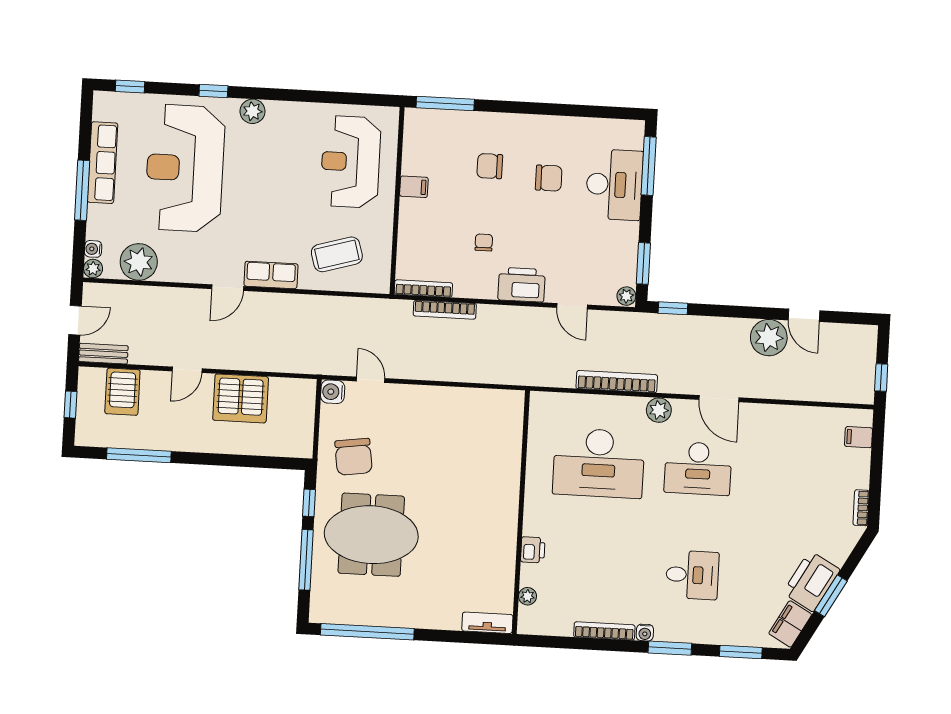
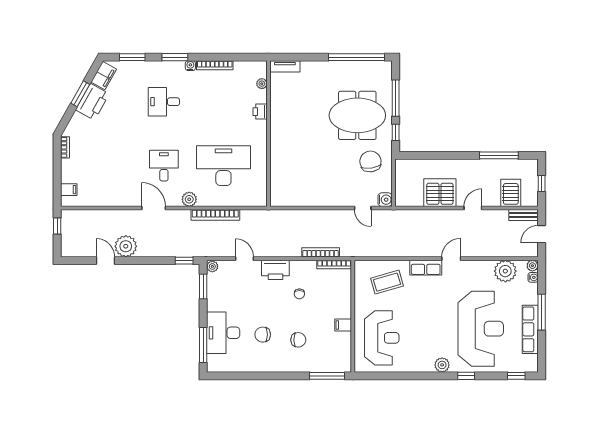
desk: (698, 468) -> (164, 166), width x0.73

